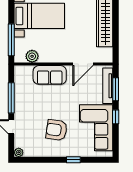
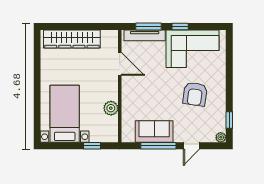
window: (11, 40) -> (92, 146), width x0.46
plant: (32, 56) -> (111, 108), moved
sofa: (50, 75) -> (154, 132), moved, turned -90
window: (73, 160) -> (229, 120), moved

